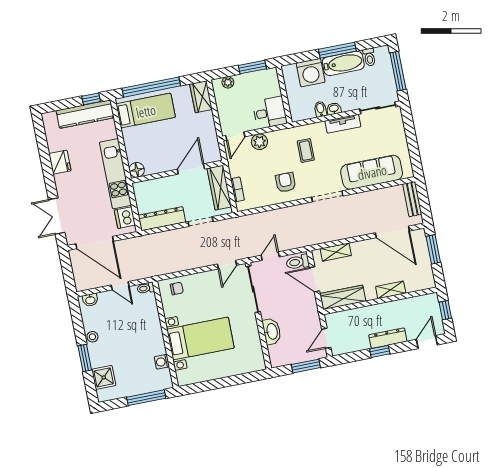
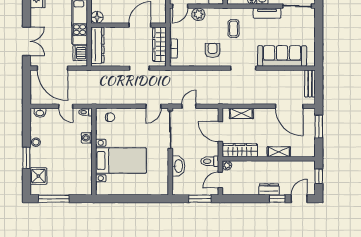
double door: (57, 216) -> (26, 41), swing flipped
dresser: (162, 219) -> (97, 45), moved, turned 90
toilet: (298, 262) -> (210, 161), moved
plant: (331, 319) -> (227, 165), added
dresser: (388, 338) -> (269, 189), width x0.70
window: (380, 351) -> (277, 199), moved
washing machine: (162, 362) -> (87, 138), moved
window: (146, 398) -> (54, 199), moved

